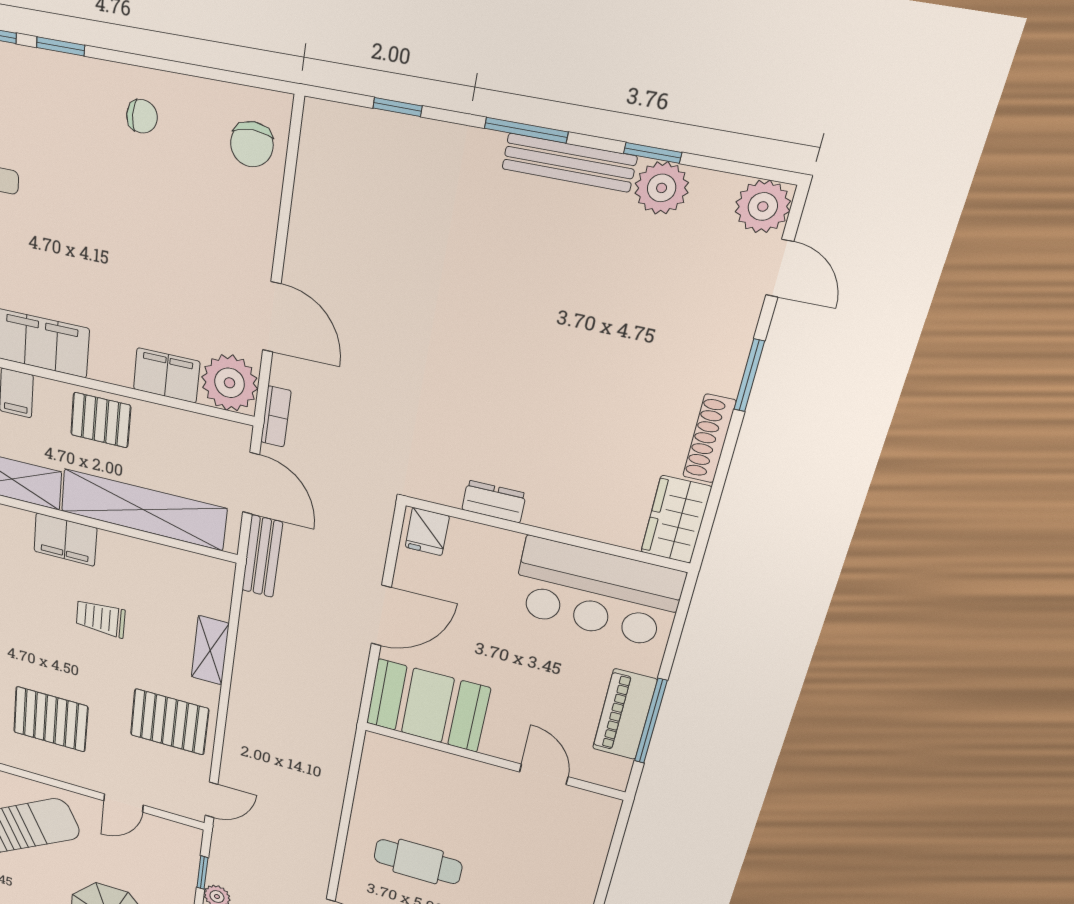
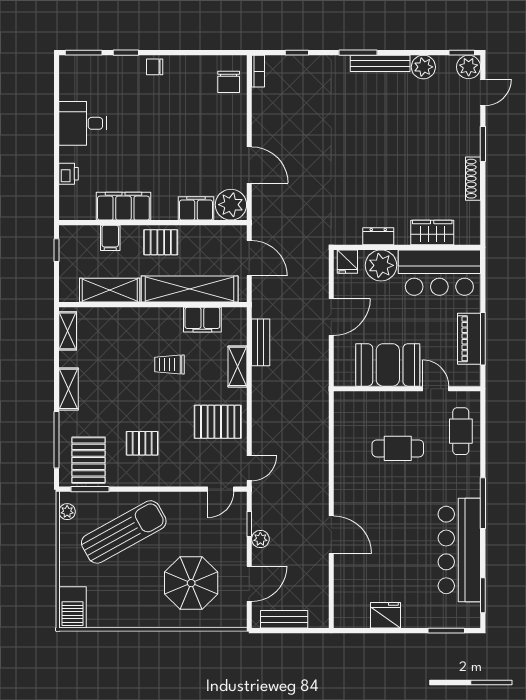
chair: (142, 116) -> (155, 67), moved, turned 180
window: (653, 153) -> (462, 53), moved
door: (780, 268) -> (483, 92), hinge flipped
bookcase: (276, 416) -> (258, 71), moved
wardrobe: (676, 520) -> (432, 232), moved, turned 90
filing cabinet: (65, 540) -> (202, 320), moved
plant: (488, 553) -> (381, 265), added
bench: (262, 556) -> (261, 342), moved
booth: (428, 706) -> (388, 365), moved
pallet: (51, 719) -> (142, 443), width x0.67, depth x0.71
door: (123, 803) -> (221, 489), moved
cafe table: (572, 848) -> (461, 431), added
cafe table: (418, 862) -> (398, 448), moved

